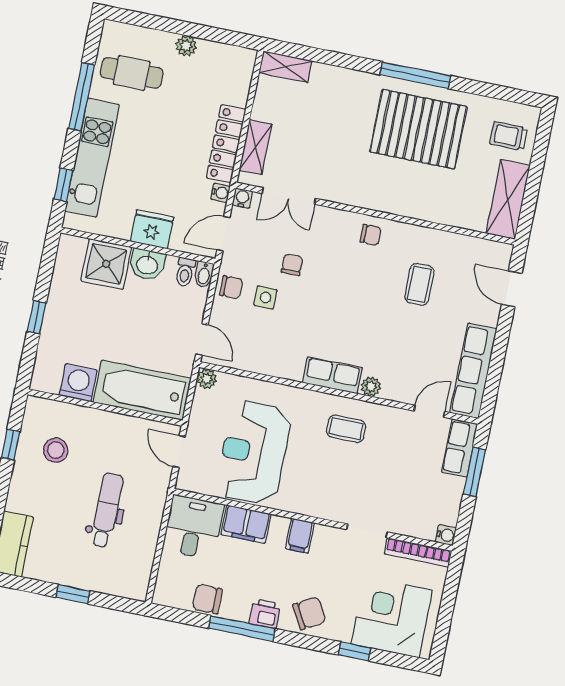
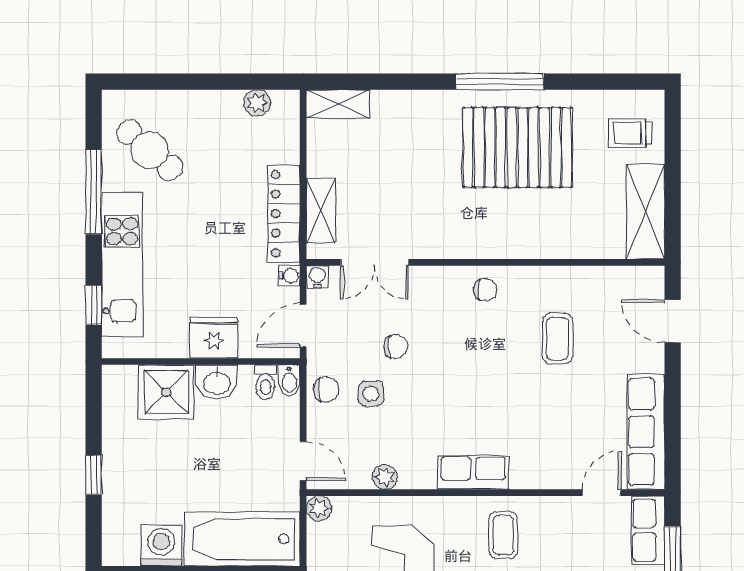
plant: (186, 46) -> (257, 103), moved
cafe table: (132, 73) -> (150, 150), turned 41
chair: (292, 265) -> (396, 346), turned 90
plant: (371, 387) -> (385, 477), moved
coffee table: (346, 429) -> (503, 535), turned 90

